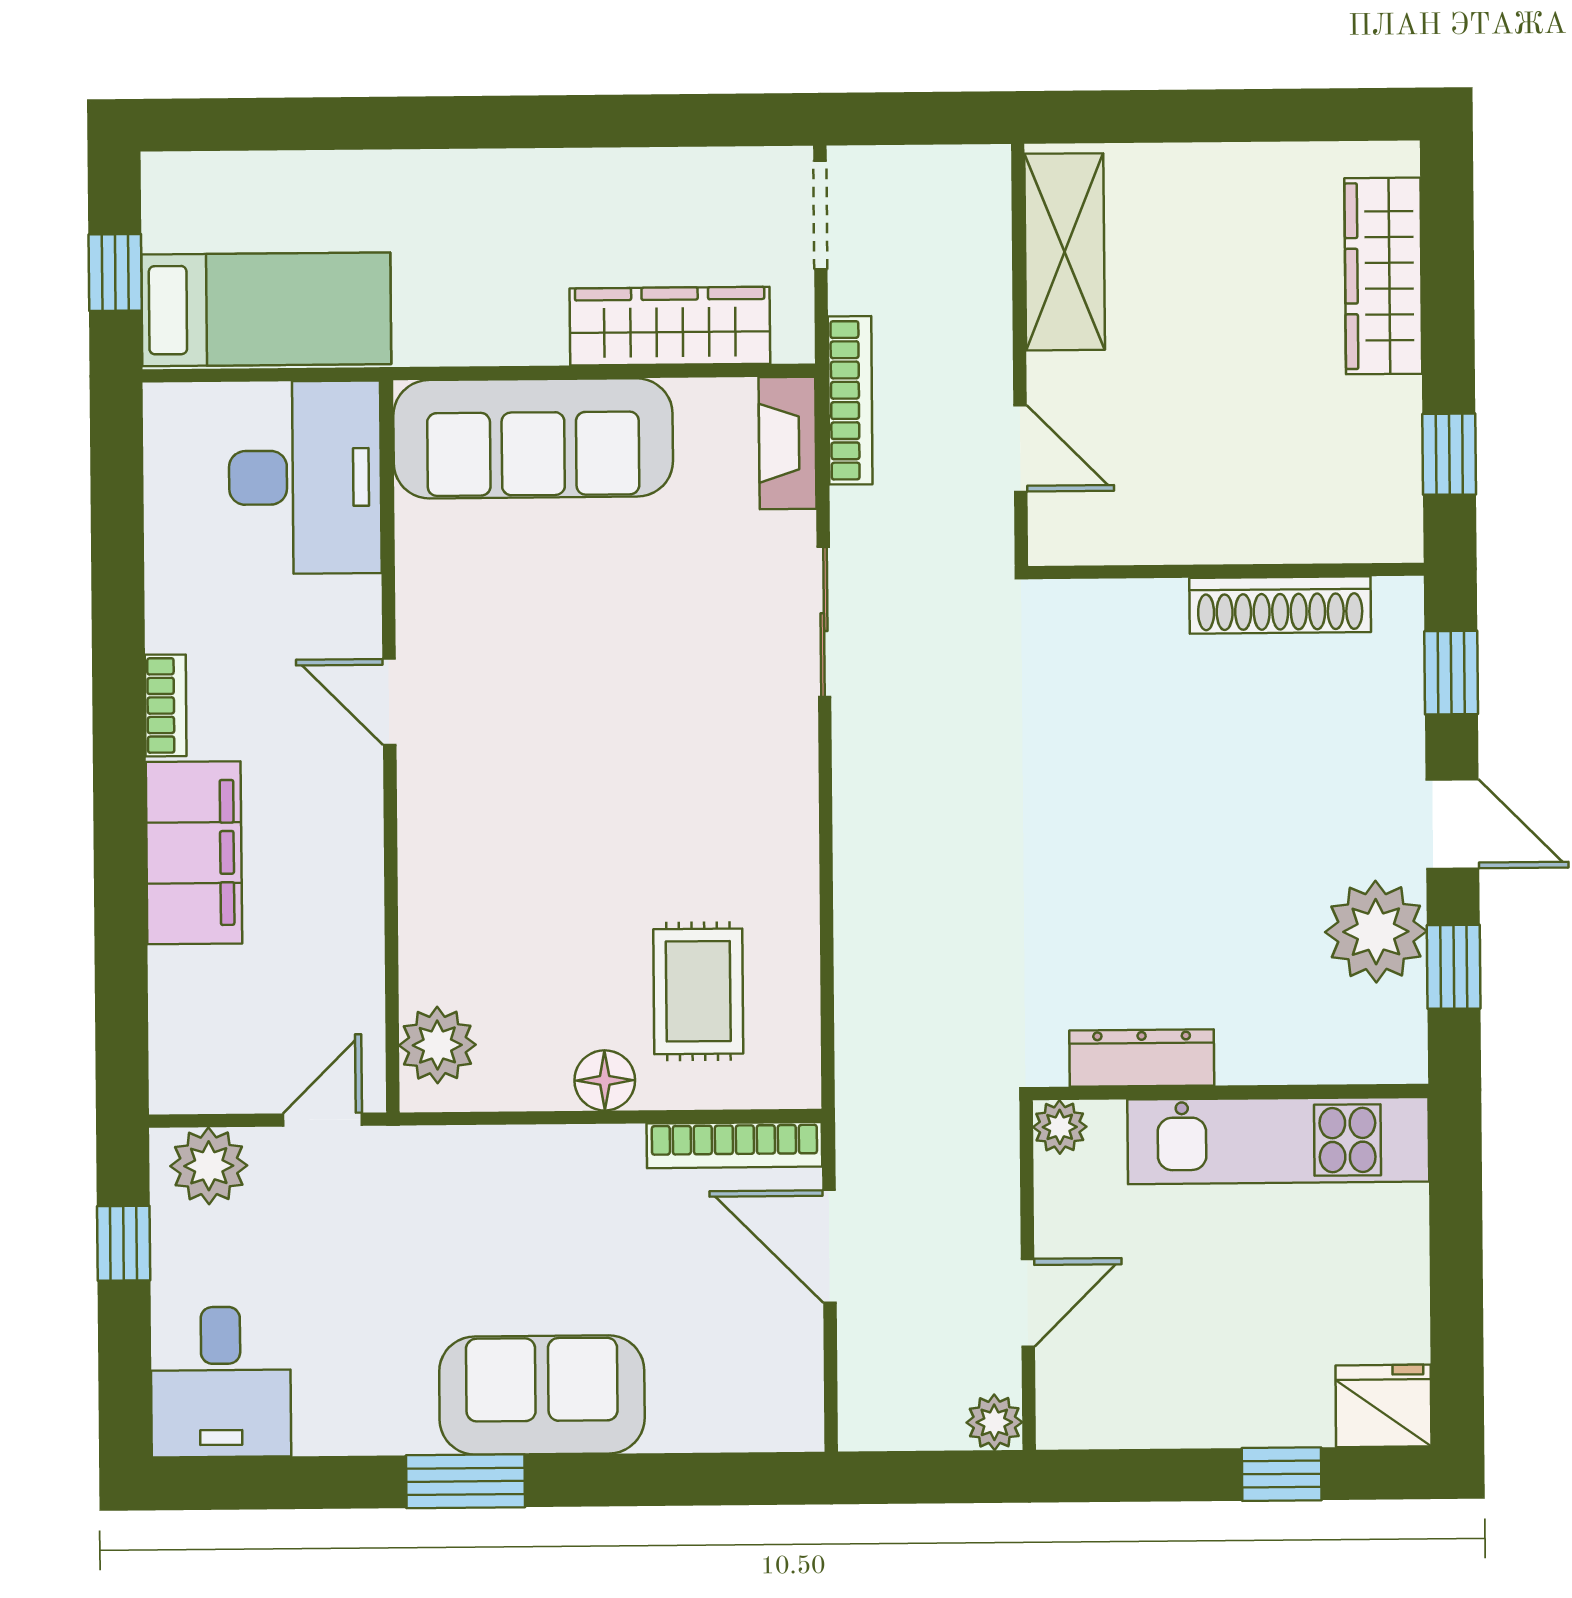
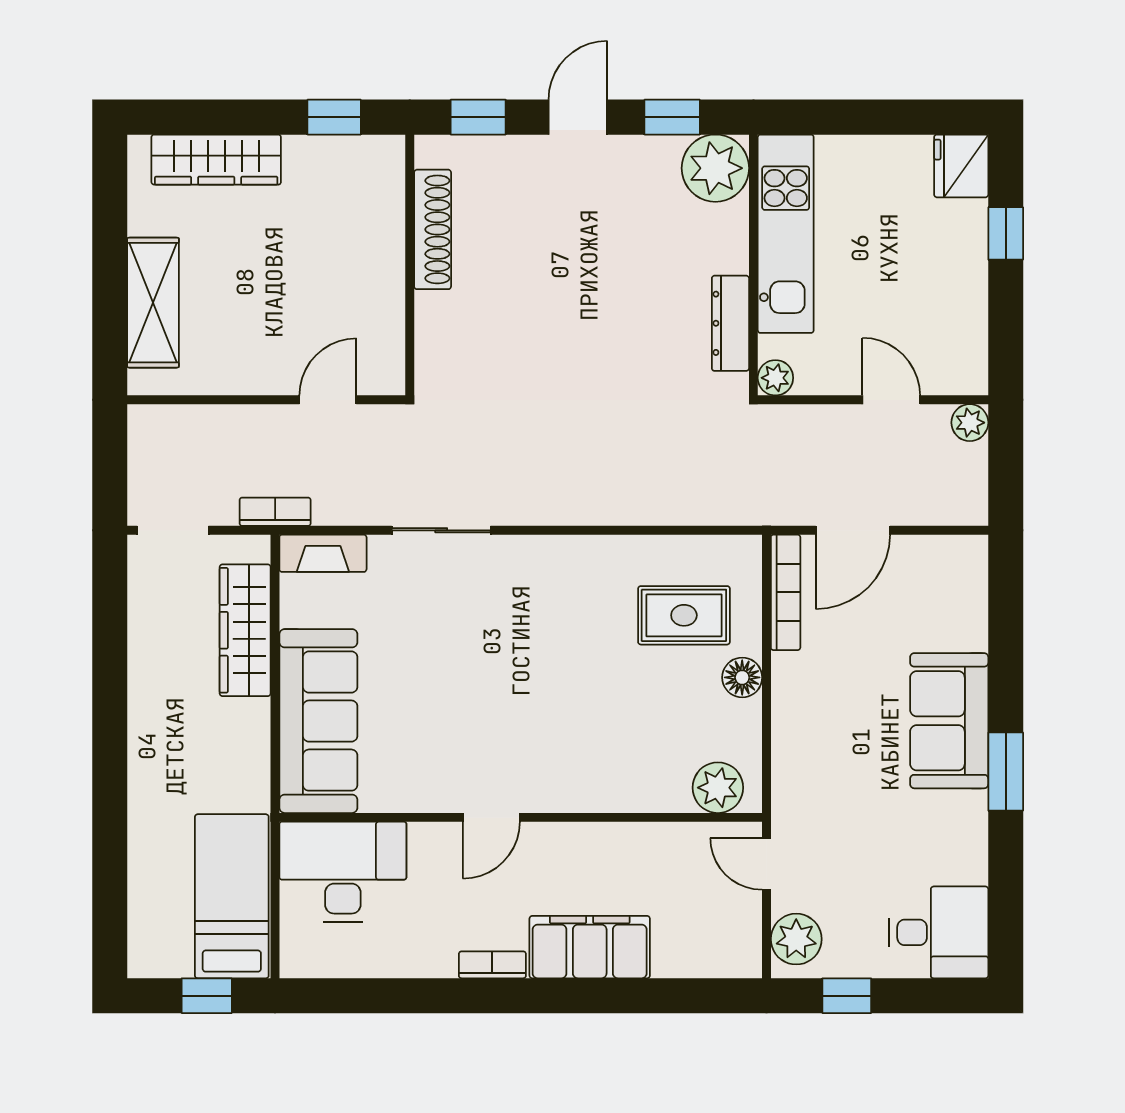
shelving: (1065, 252) -> (153, 303), moved, turned 90
bookcase: (850, 400) -> (275, 512), width x0.64
plant: (1376, 932) -> (715, 168), moved

